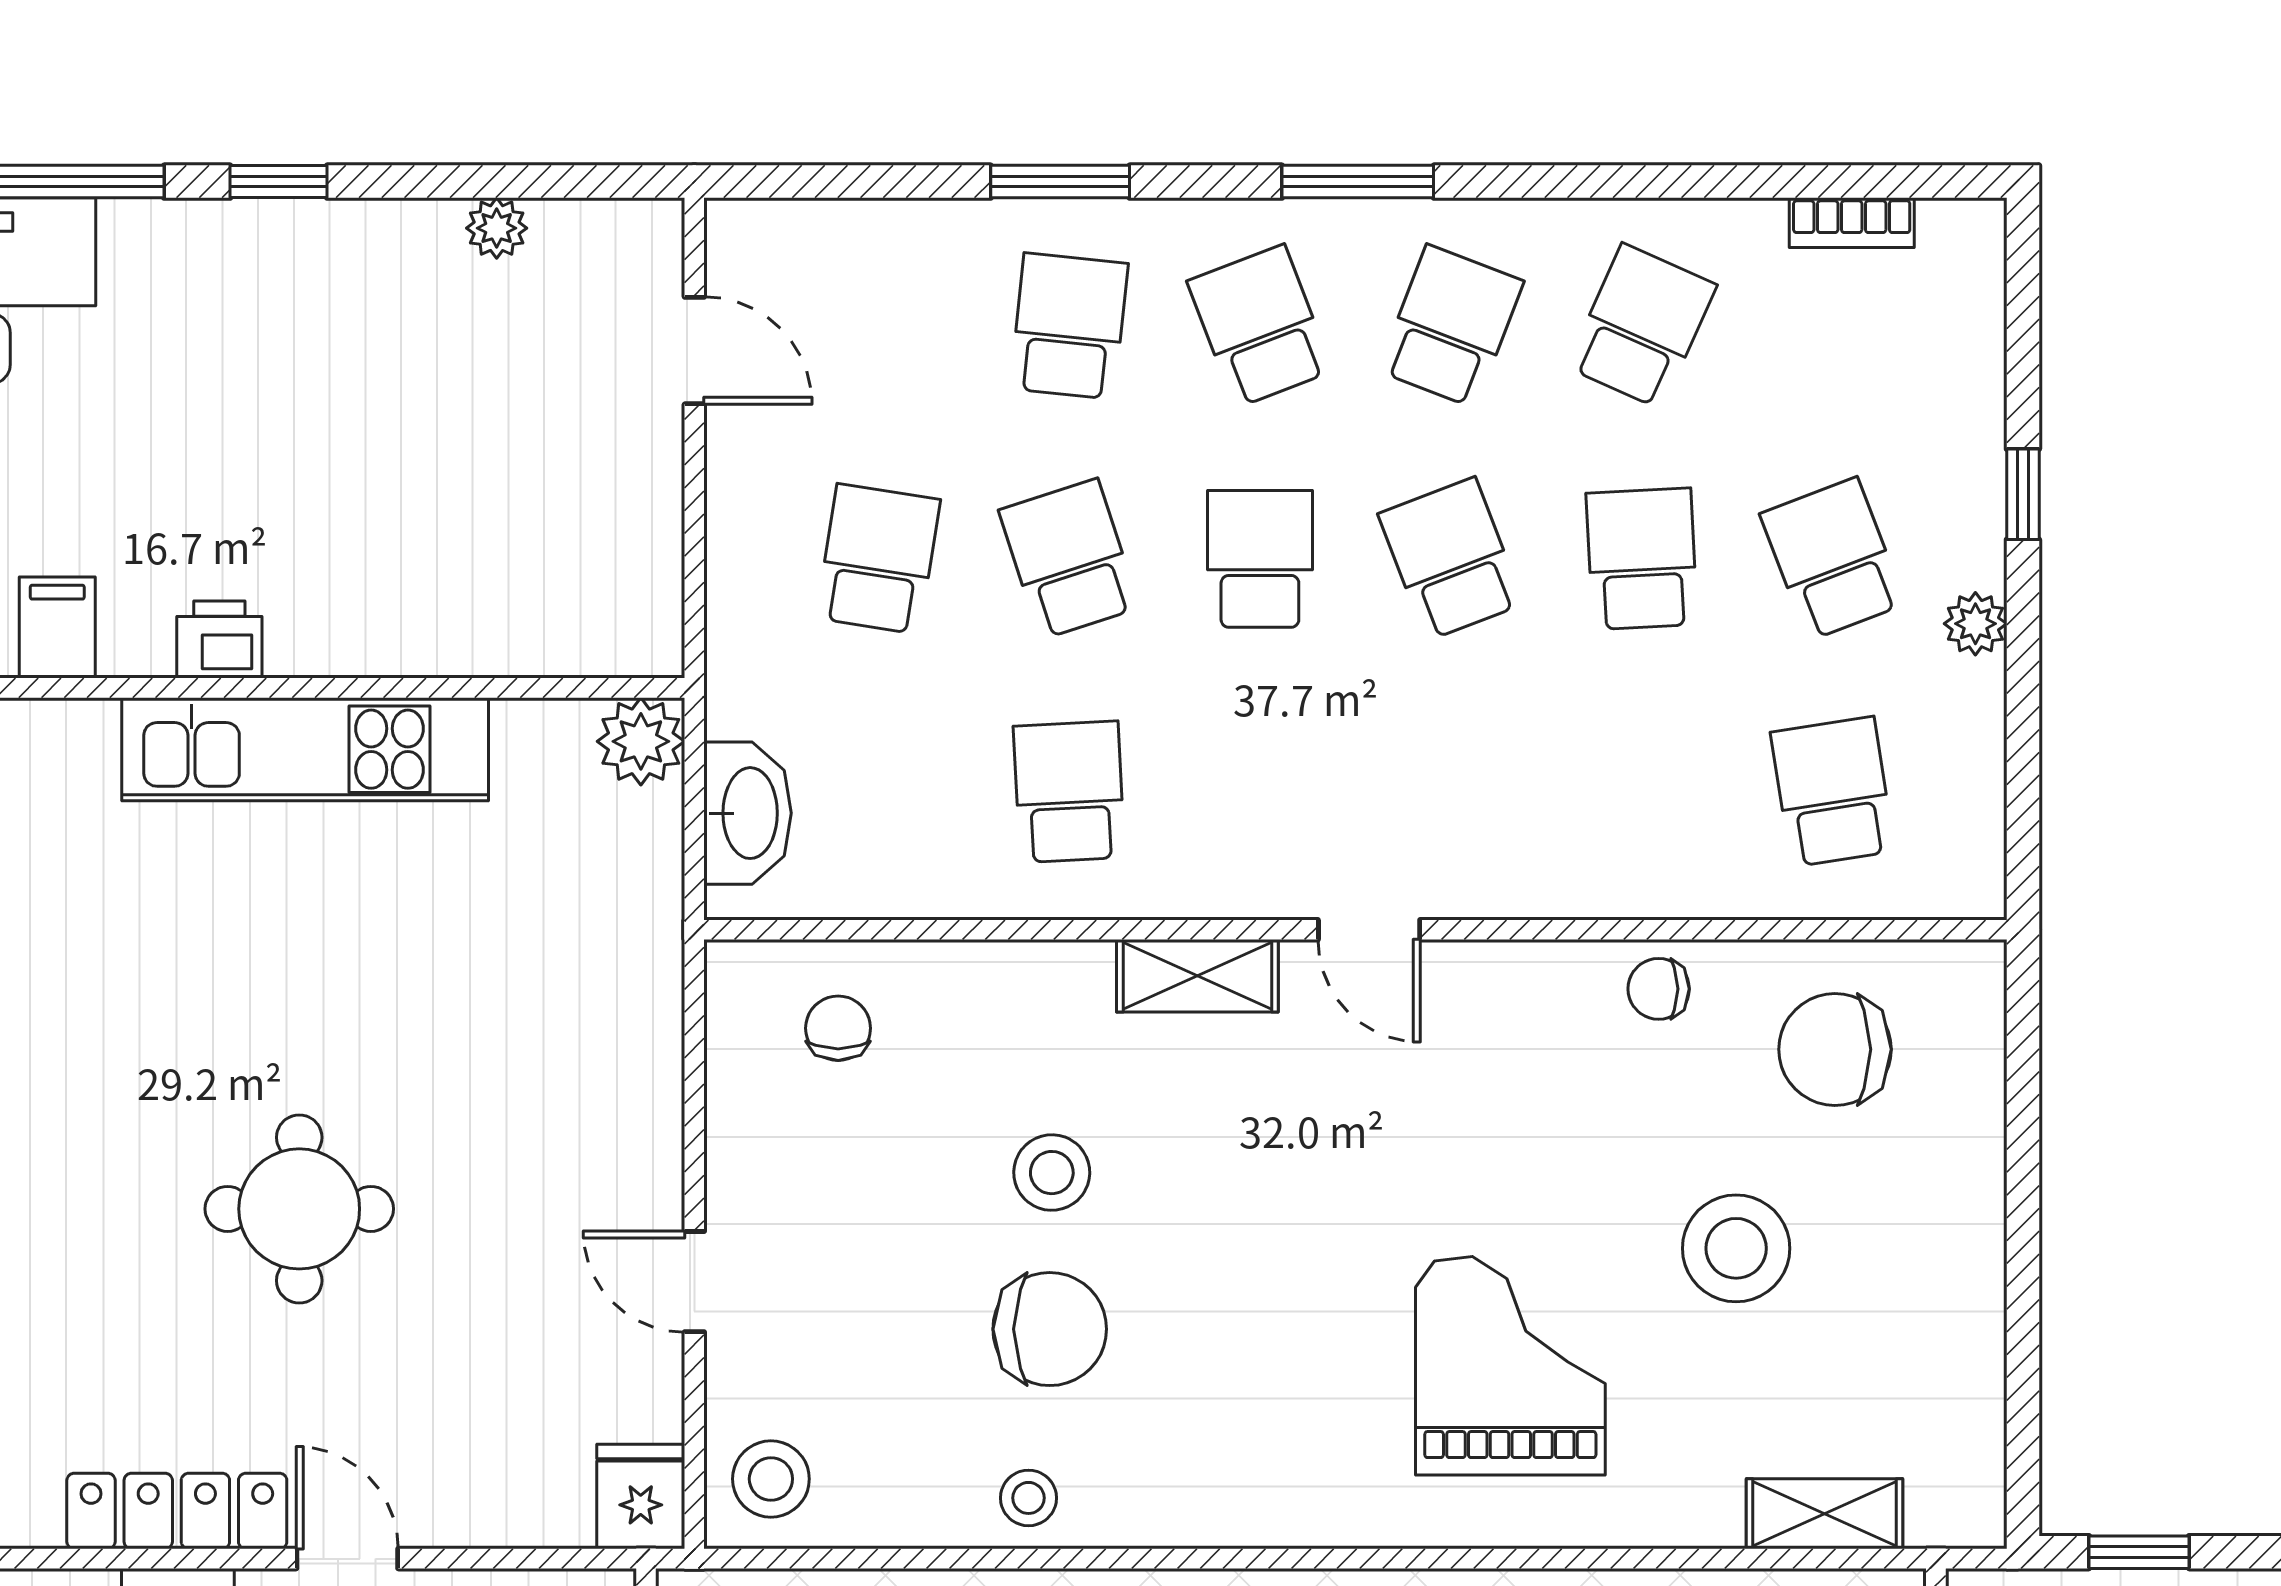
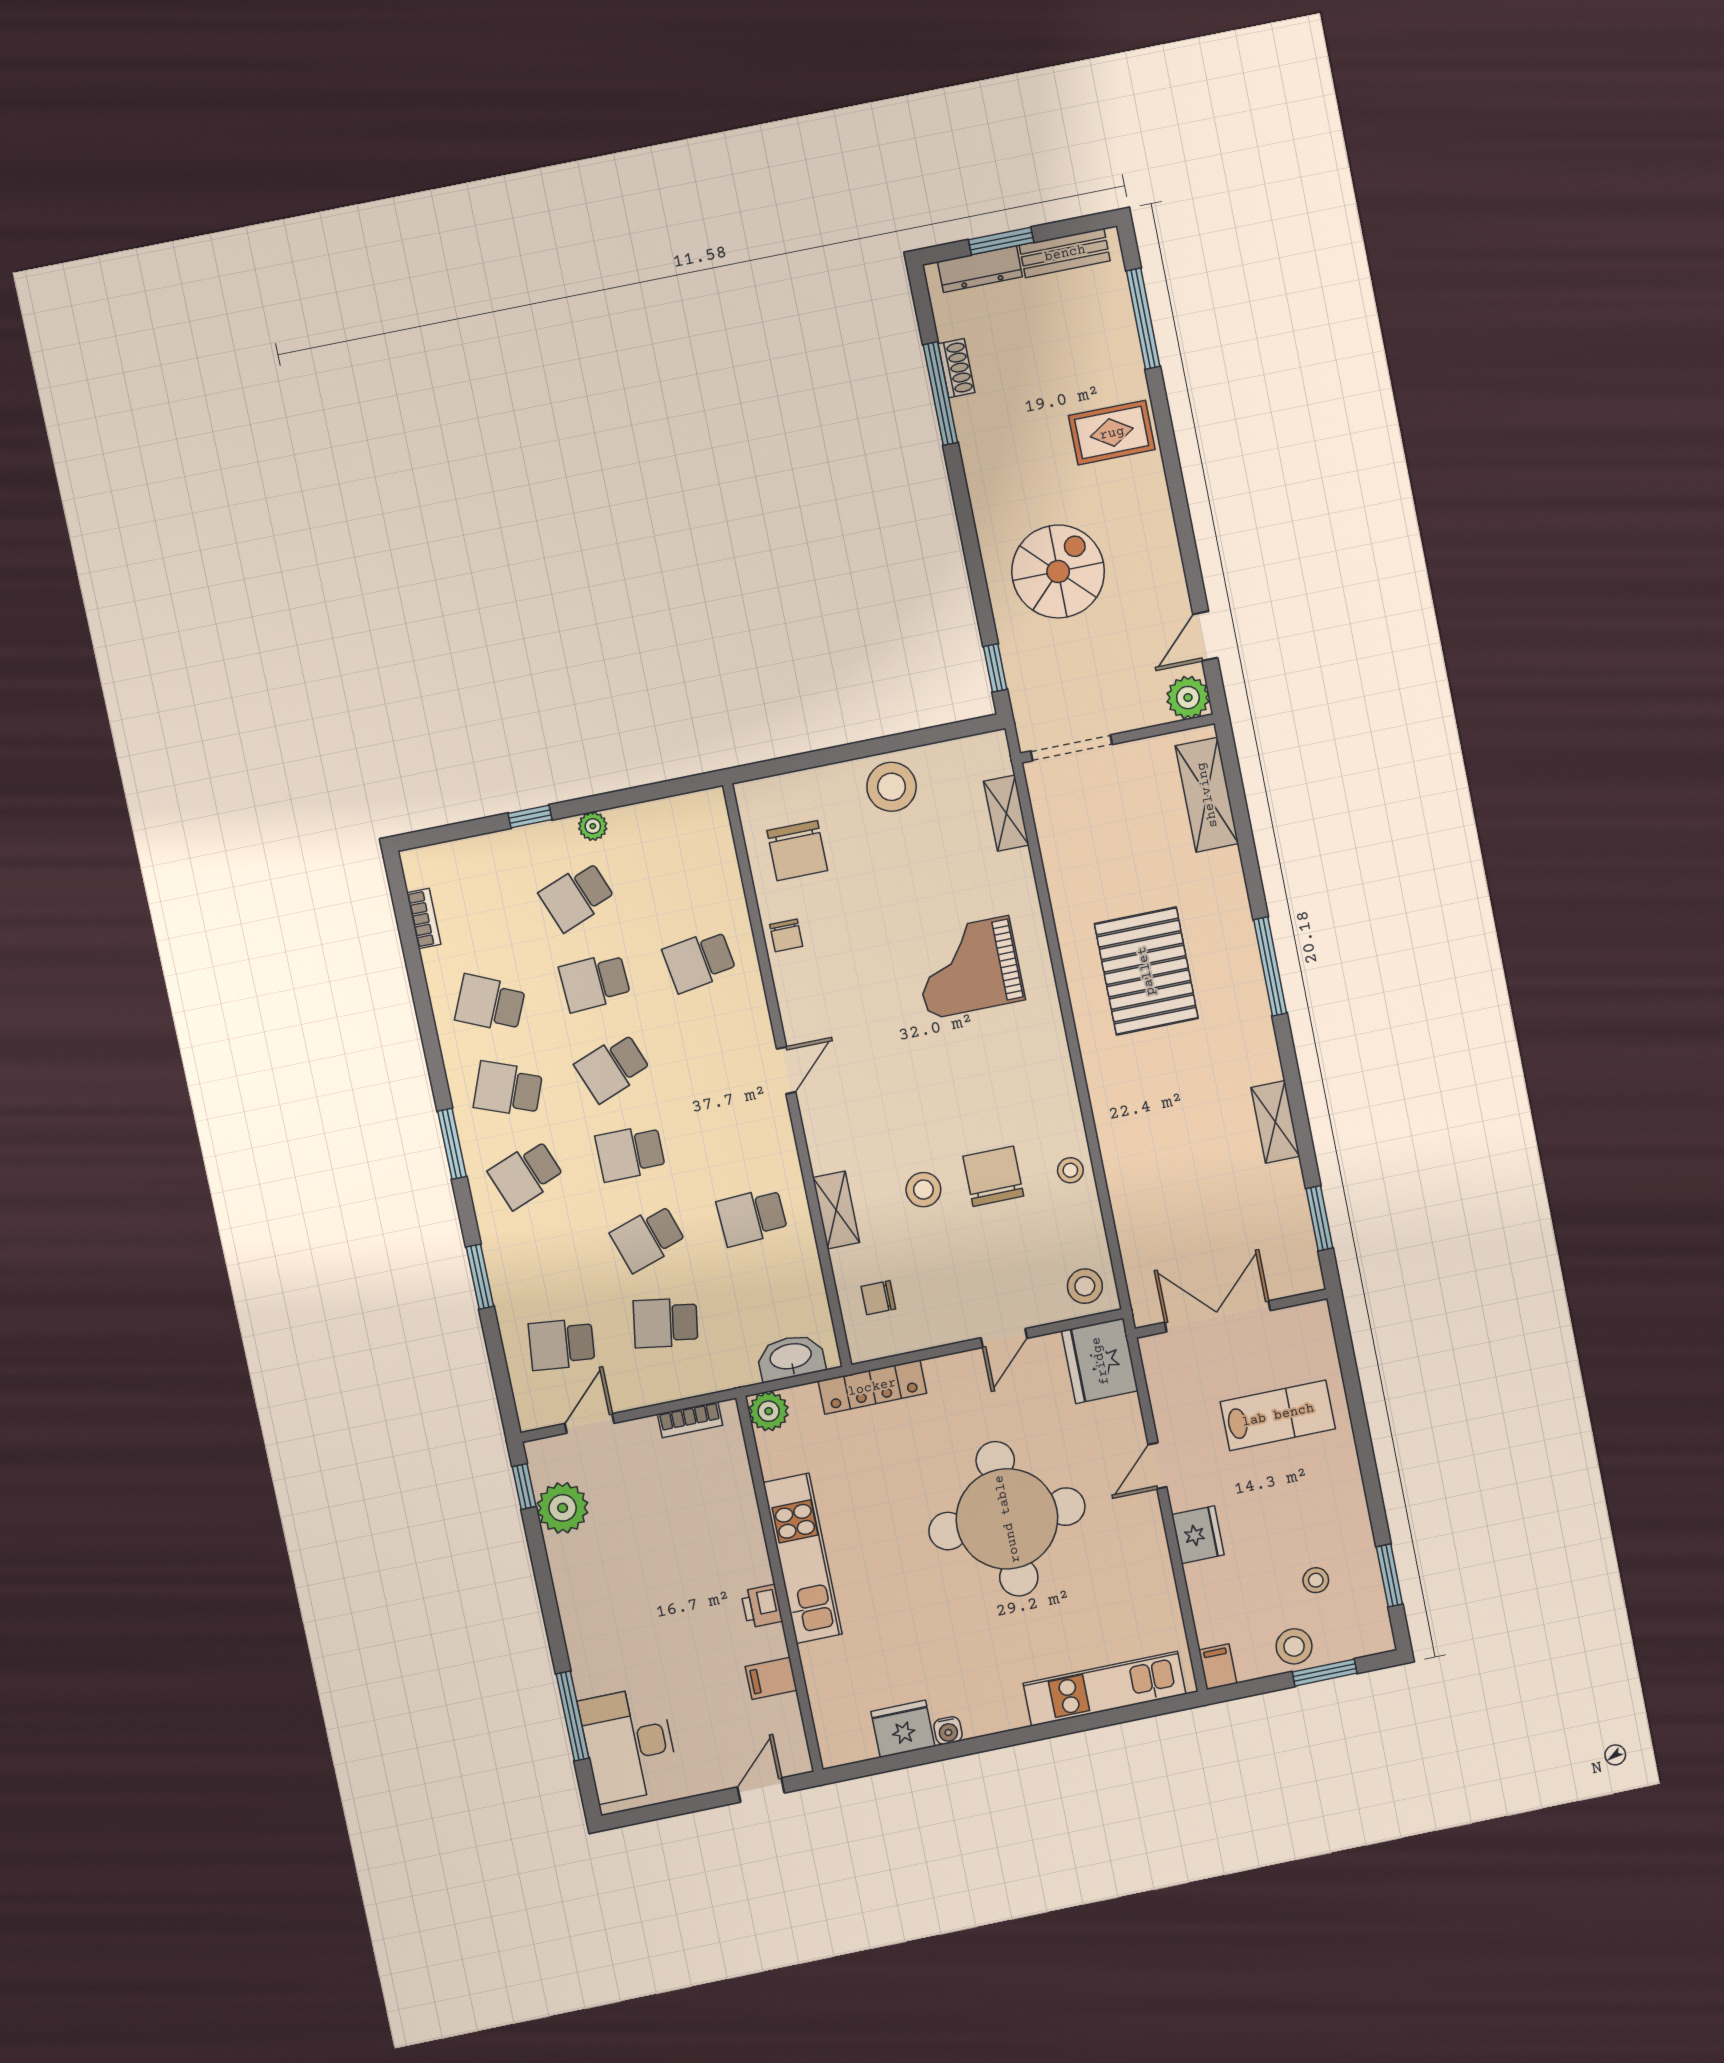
window: (279, 182) -> (524, 1487), moved
plant: (497, 228) -> (563, 1508), width x1.87, depth x1.87
school desk: (1069, 326) -> (562, 1344), moved
bookcase: (658, 568) -> (690, 1420), added
school desk: (1833, 792) -> (699, 961), moved
shelving: (1197, 976) -> (836, 1210), moved
round table: (299, 1209) -> (1007, 1519), width x1.86, depth x1.86
stool: (1736, 1248) -> (892, 787), moved
fridge: (641, 1497) -> (1100, 1361), width x1.88, depth x1.34
locker: (177, 1511) -> (872, 1387), moved, turned -90

